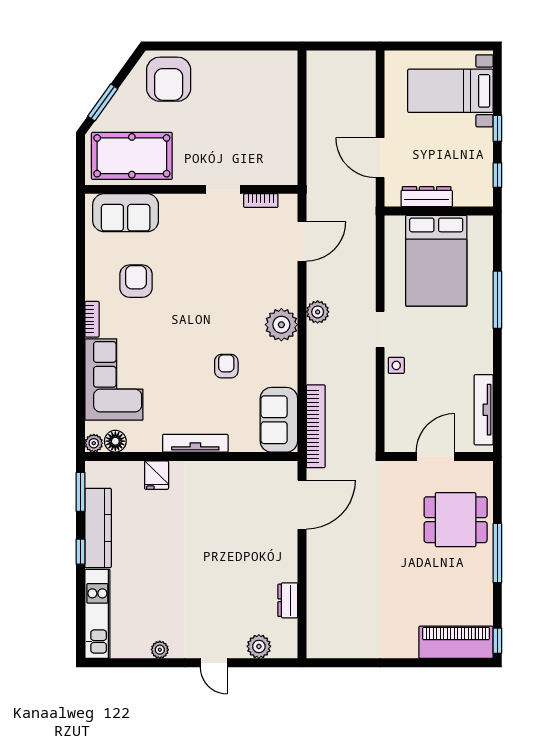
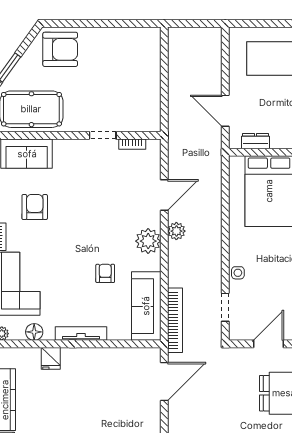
armchair: (169, 79) -> (60, 49), turned -90
dresser: (427, 197) -> (255, 141), width x0.70
door: (302, 241) -> (164, 195), moved
doorway: (380, 330) -> (225, 307), moved
sofa: (279, 420) -> (146, 306), width x1.36
floor lamp: (115, 441) -> (34, 332), moved

